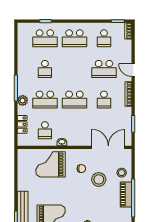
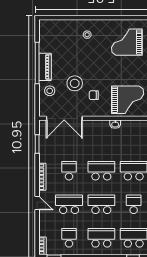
school desk: (45, 130) -> (101, 204), moved, width x1.85

